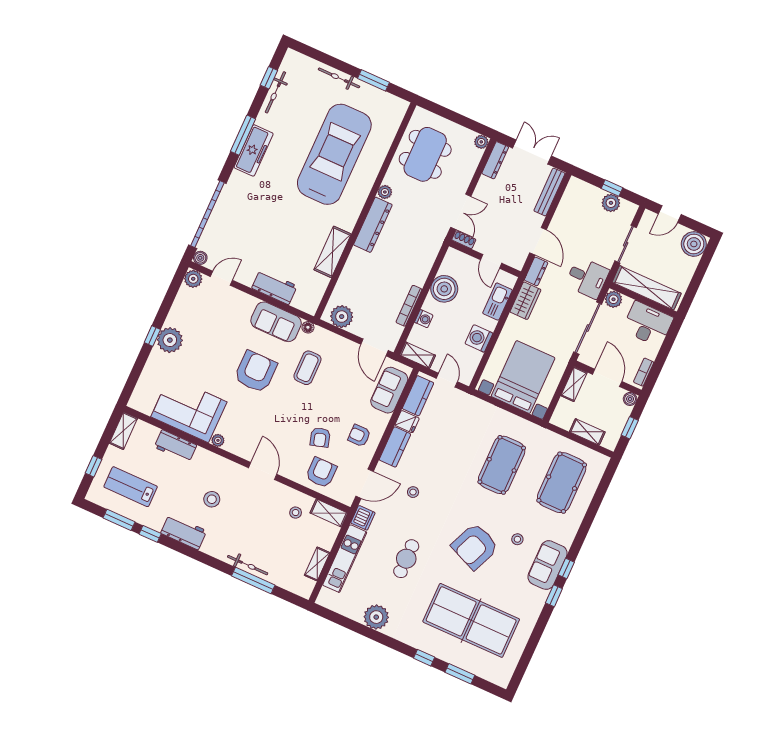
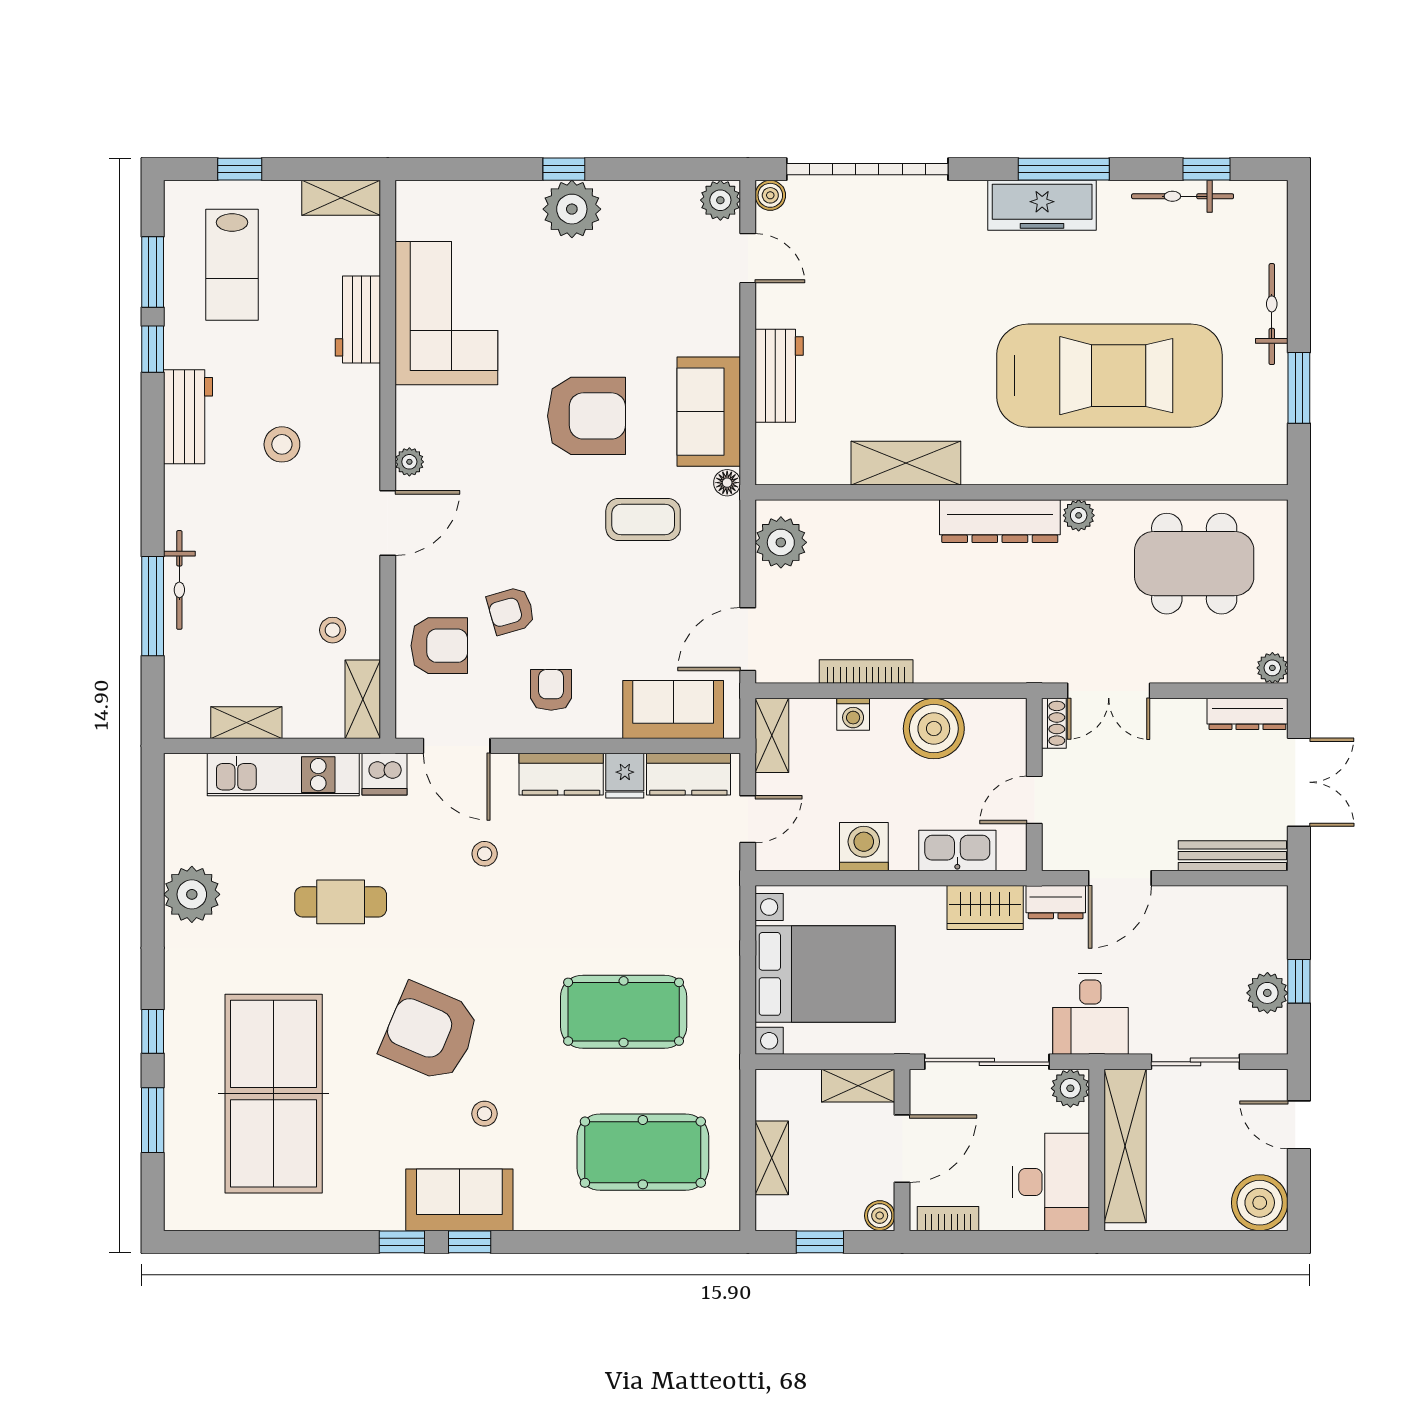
plant: (218, 440) -> (409, 462), moved
lab bench: (131, 487) -> (232, 265), turned 180

